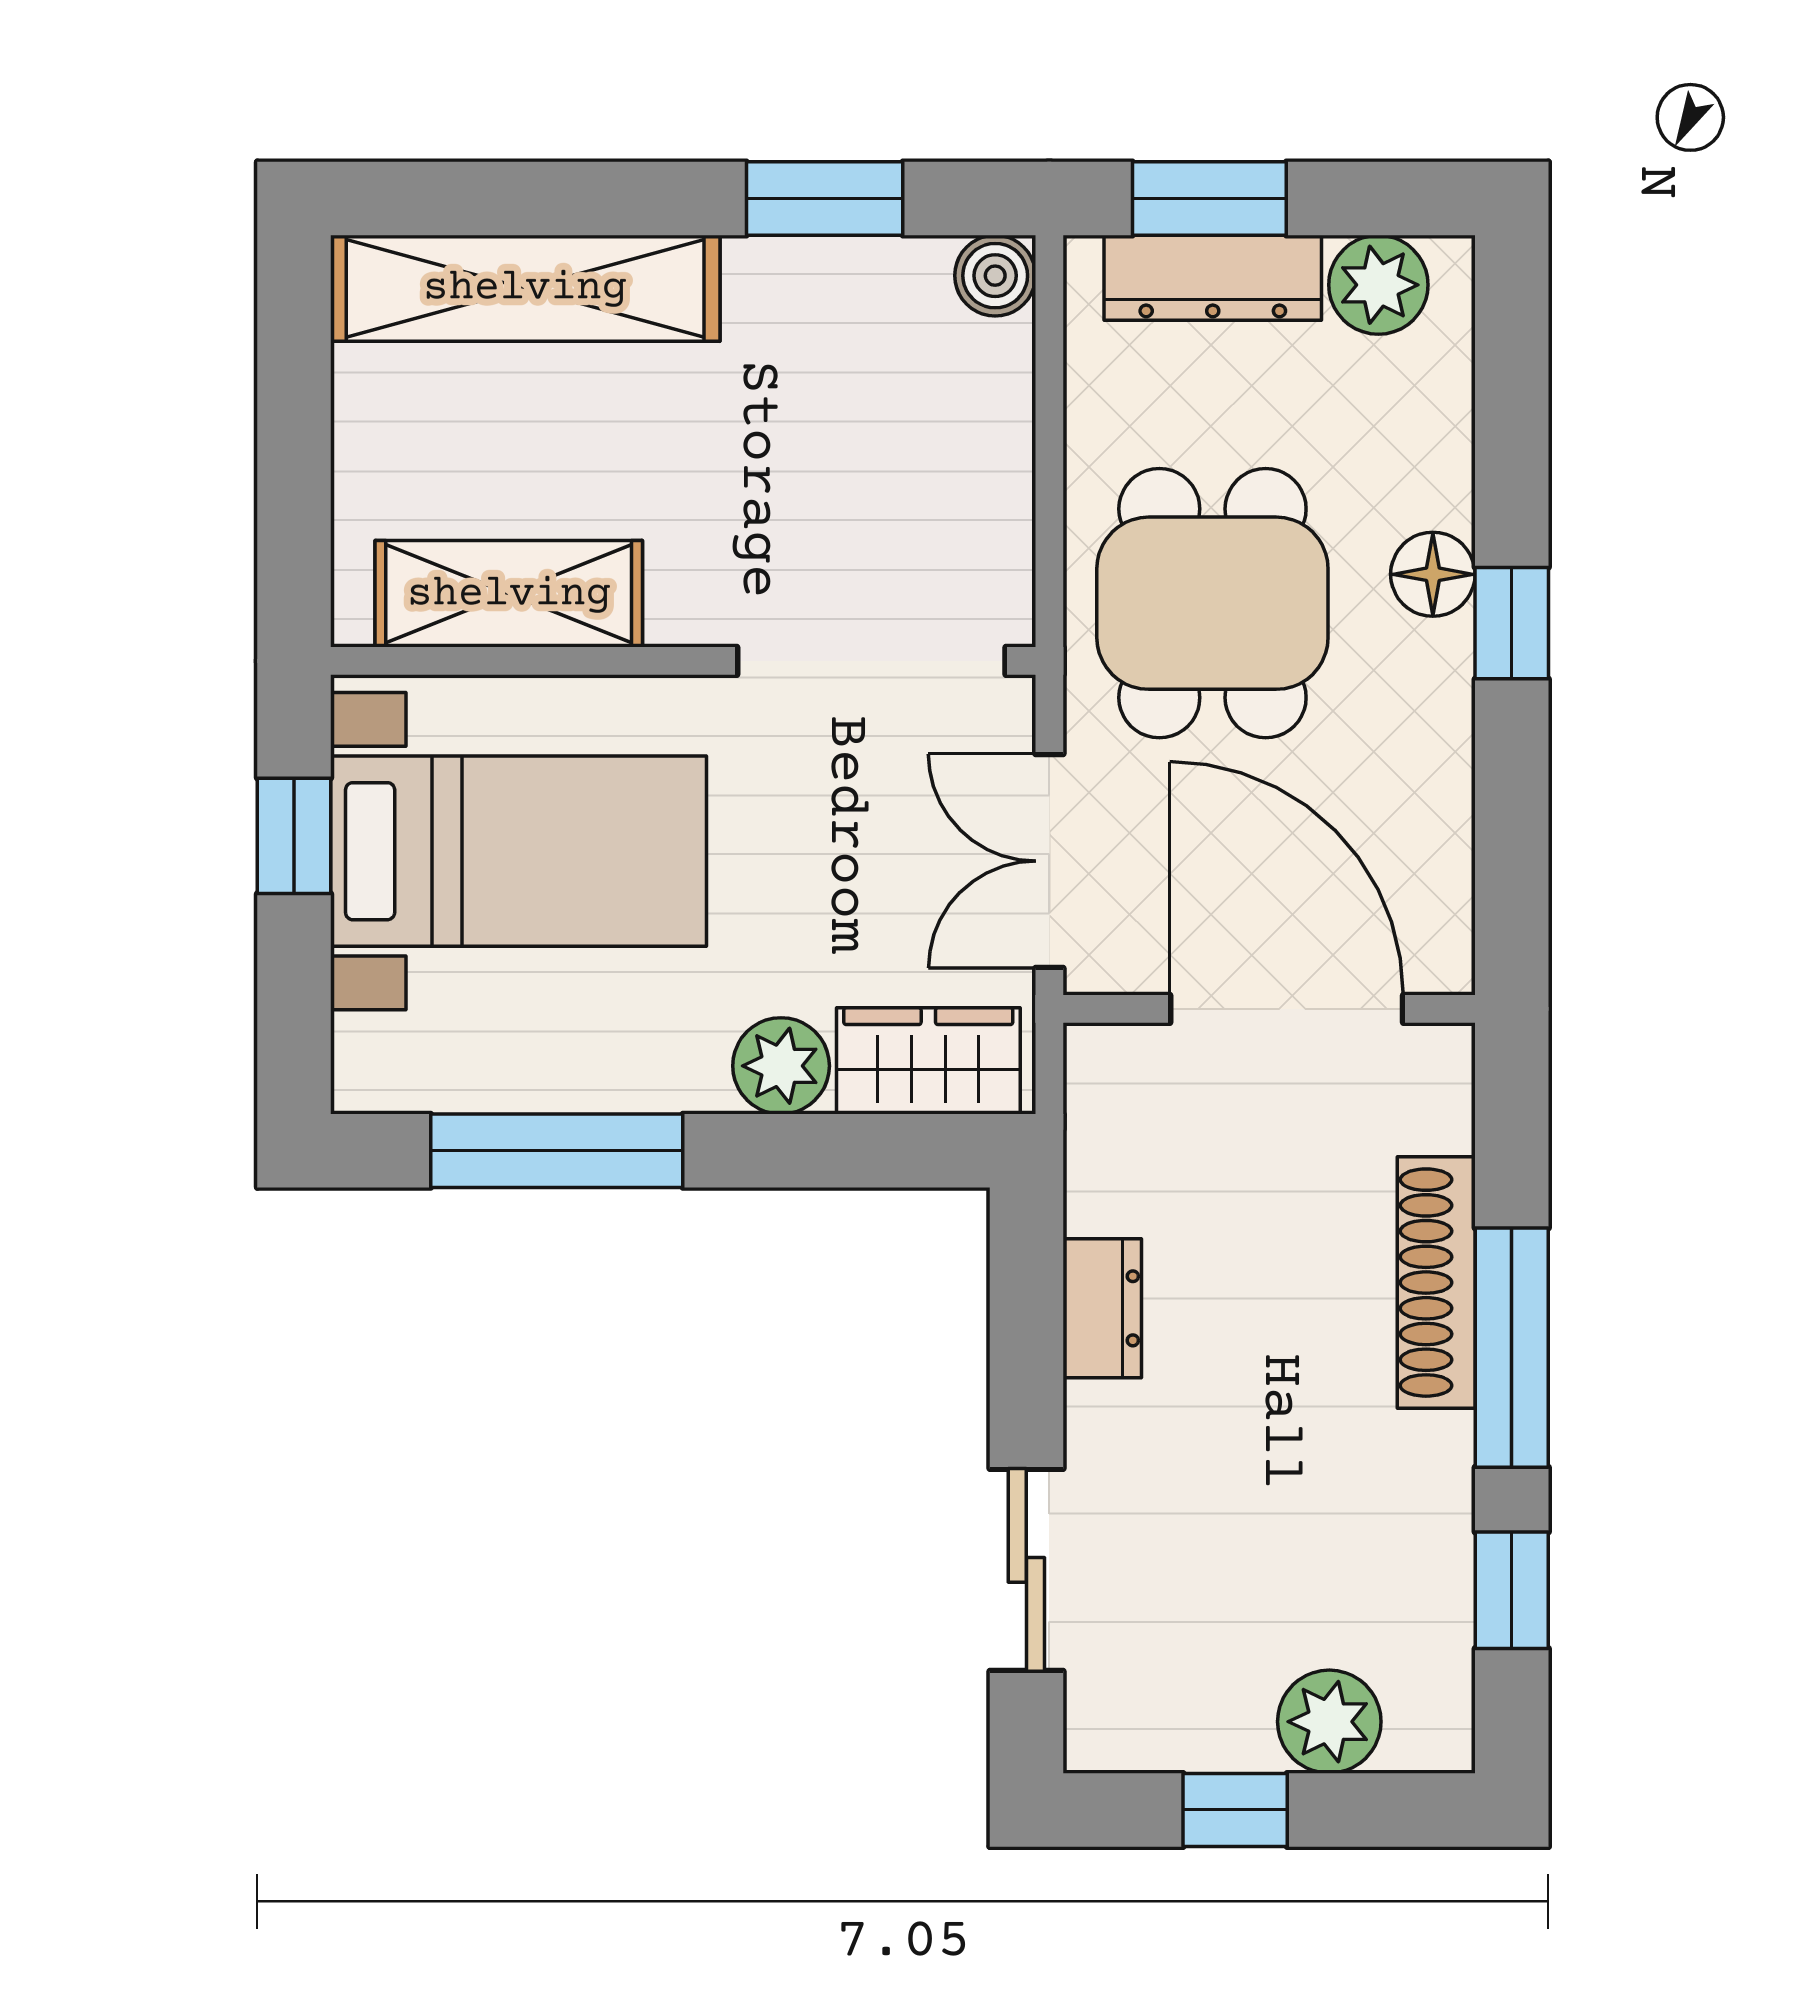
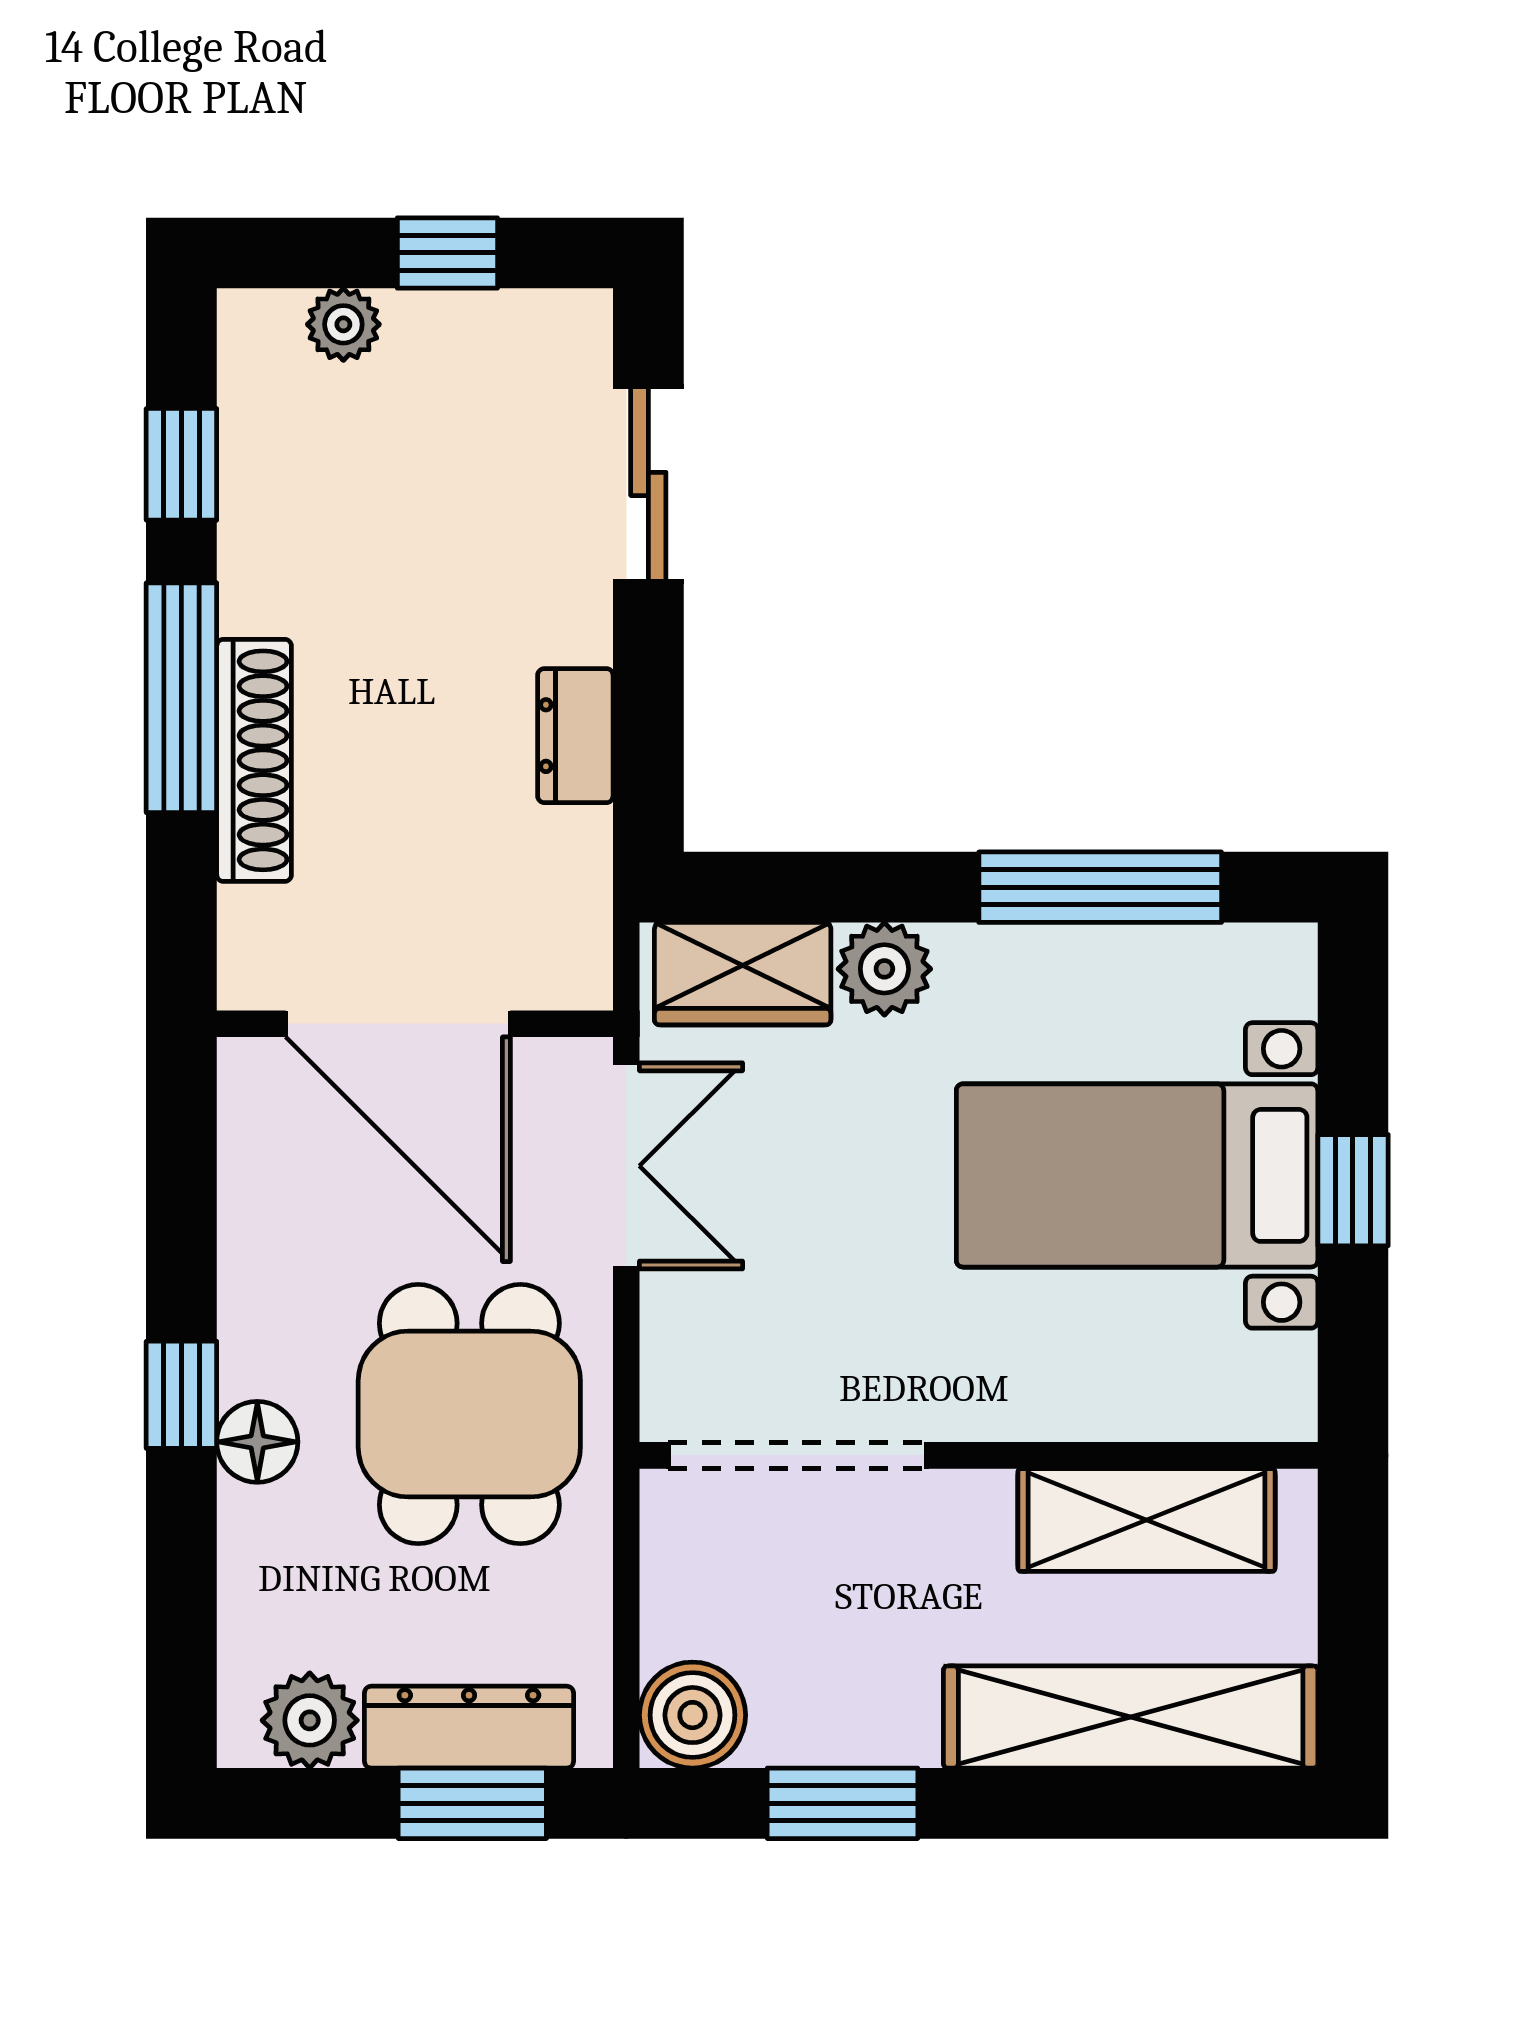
boiler: (995, 276) -> (693, 1715), width x1.36, depth x1.36
shelving: (509, 594) -> (1146, 1520), moved
wall: (683, 661) -> (979, 1455), moved
doorway: (871, 661) -> (798, 1455), moved
plant: (1329, 1722) -> (343, 324), width x0.73, depth x0.73

